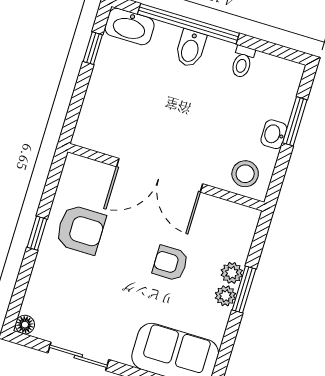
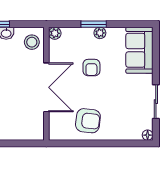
armchair: (81, 230) -> (88, 121), turned 97
window: (37, 233) -> (97, 143), removed
plant: (232, 273) -> (55, 33), moved

